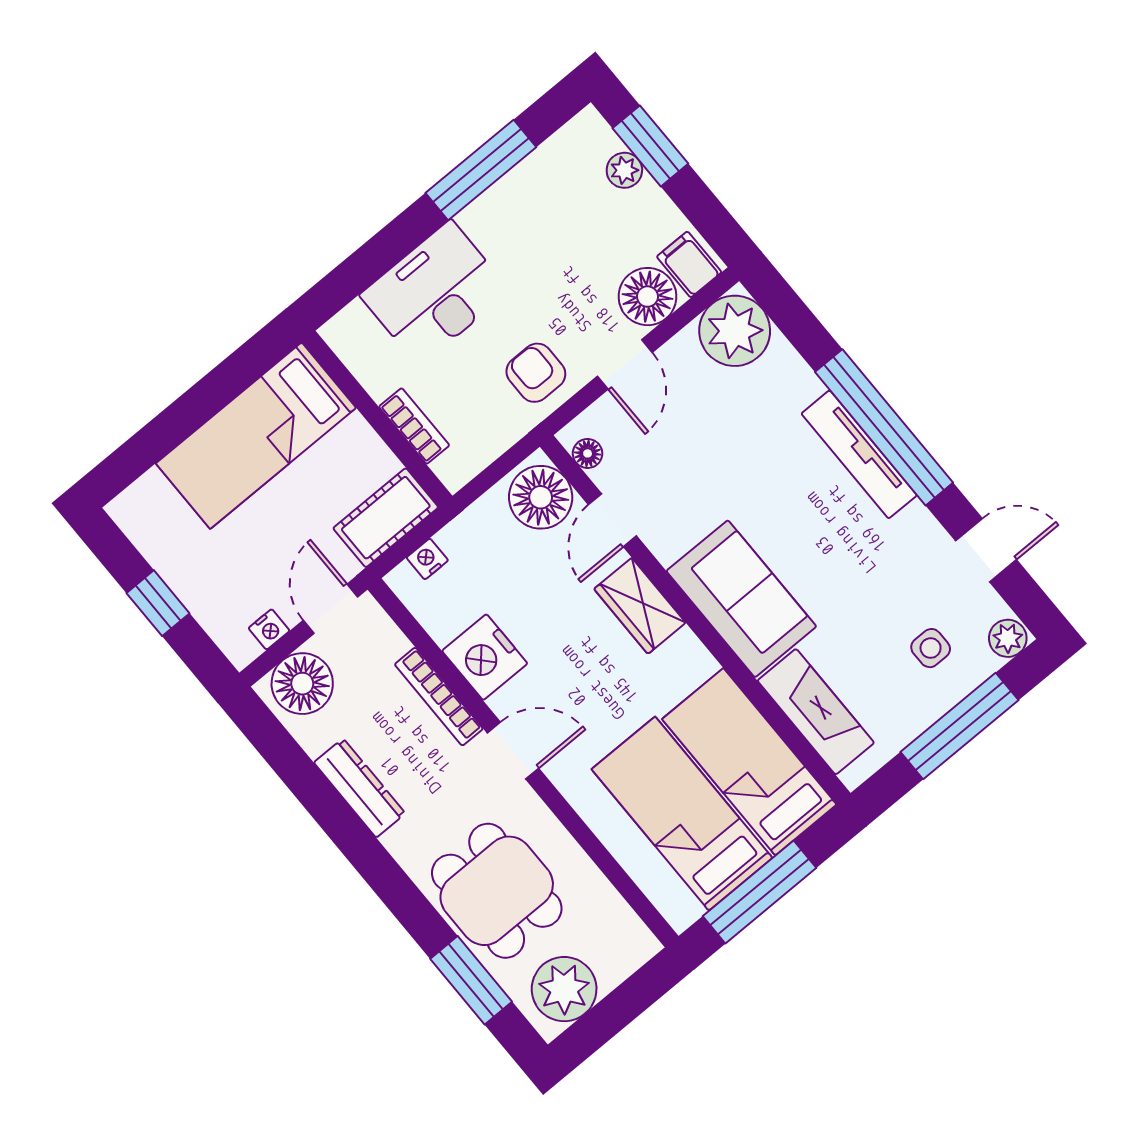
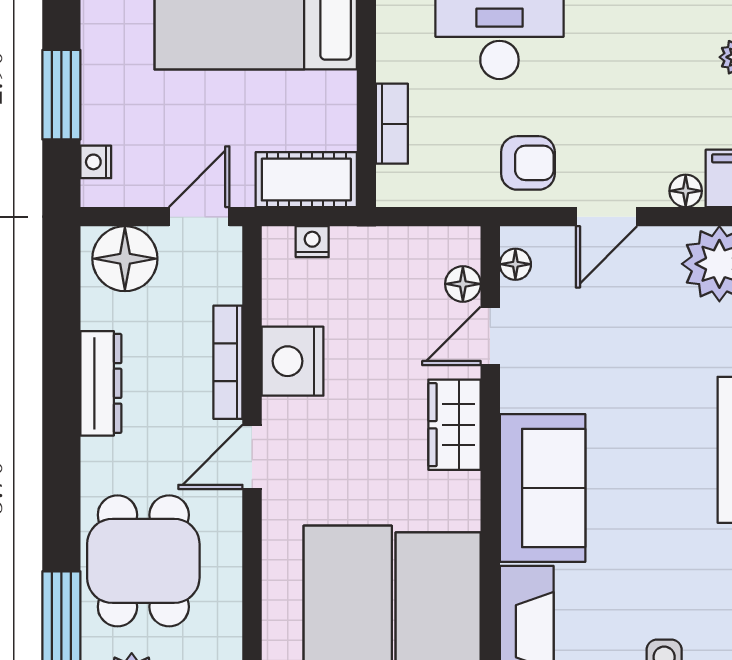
floor lamp: (647, 297) -> (686, 191), width x0.53, depth x0.53
armchair: (536, 373) -> (528, 163), turned 90
floor lamp: (541, 497) -> (463, 284), width x0.53, depth x0.53
window: (158, 603) -> (61, 95), width x1.50
nightstand: (269, 629) -> (96, 162), moved, turned 90
door: (513, 751) -> (252, 457), swing flipped

